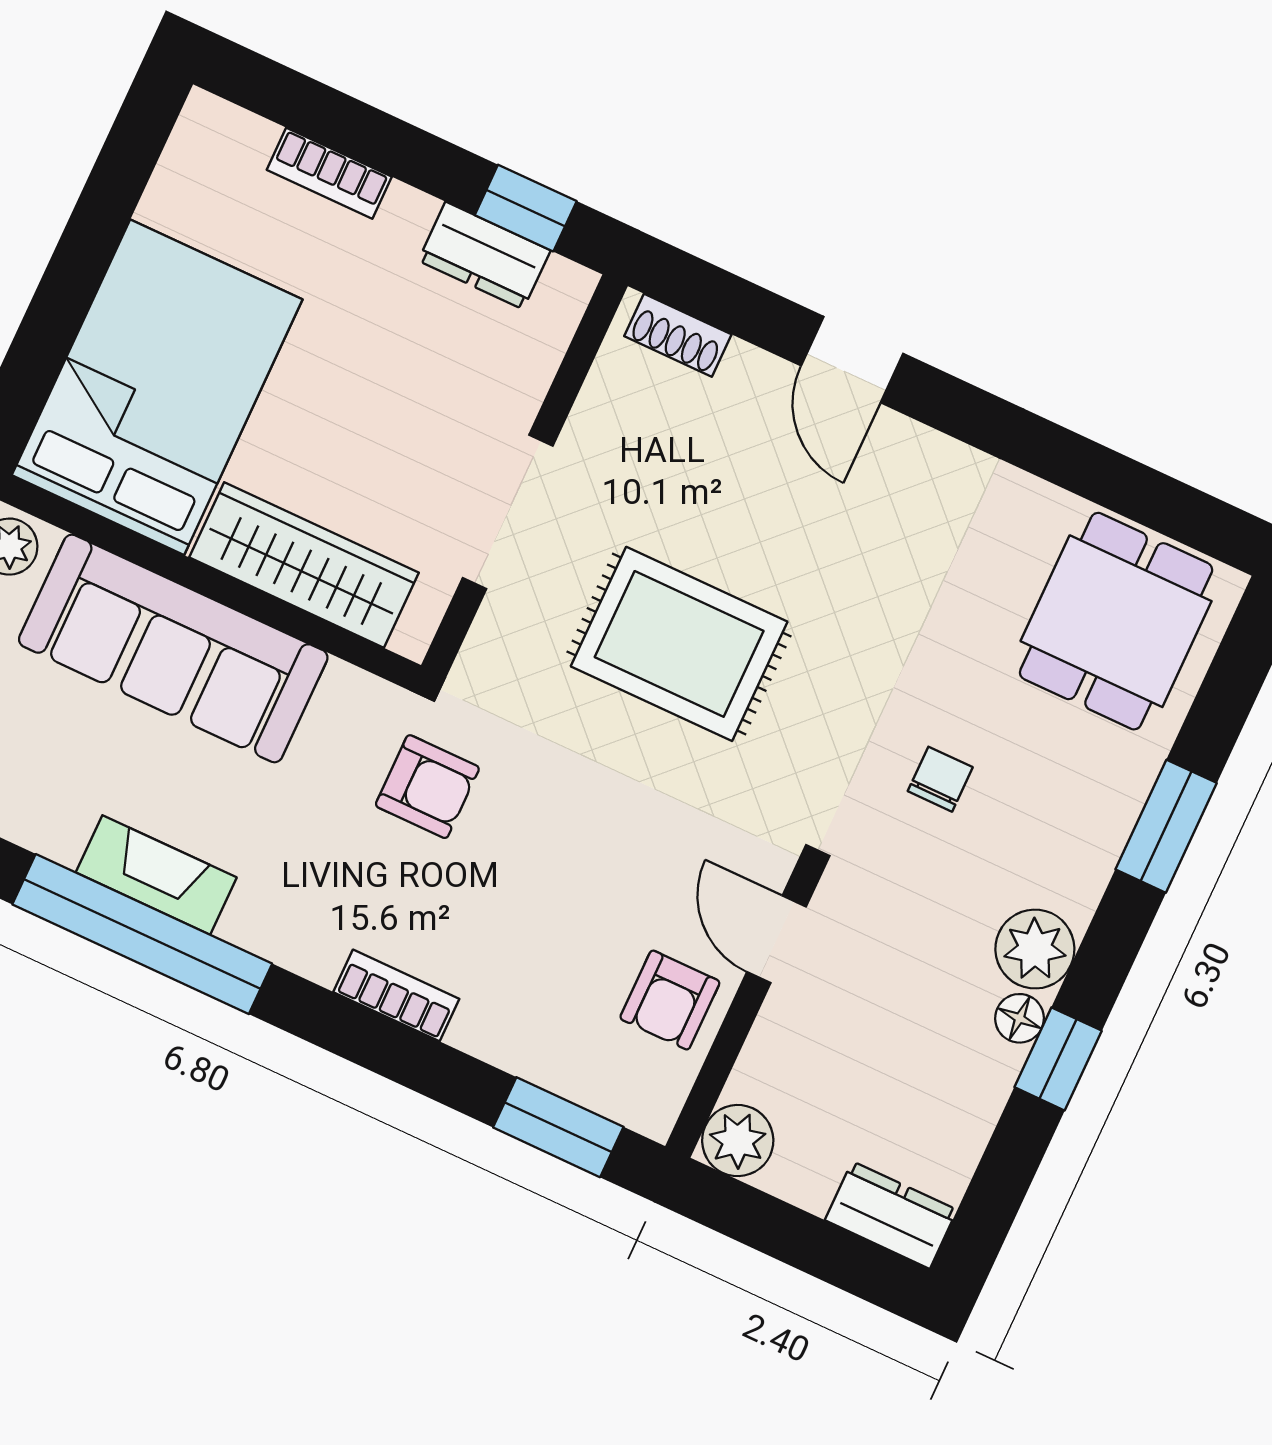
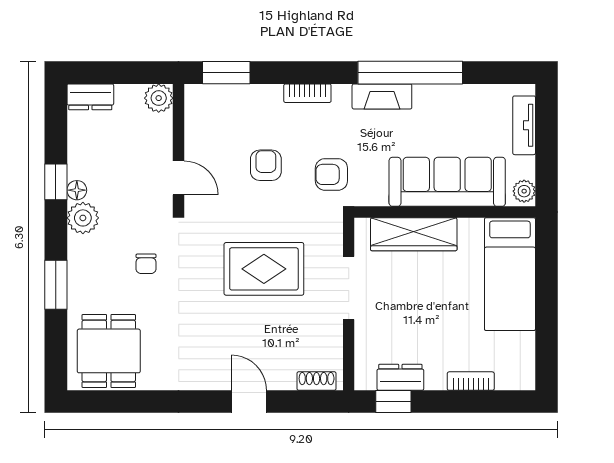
bed: (157, 387) -> (510, 274), width x0.67
fireplace: (156, 875) -> (382, 96), moved
armchair: (670, 1000) -> (266, 165), moved

